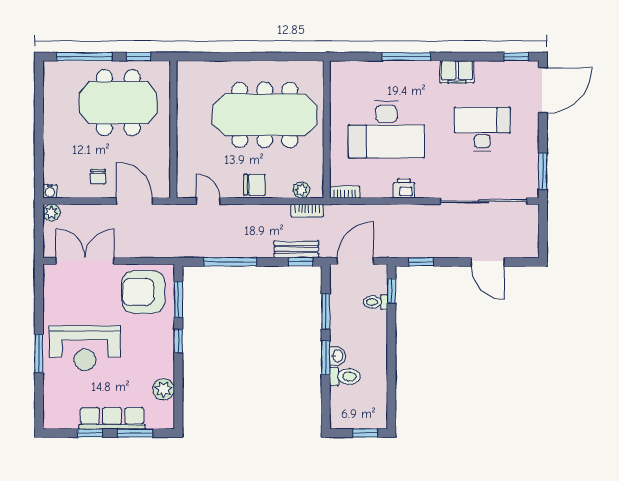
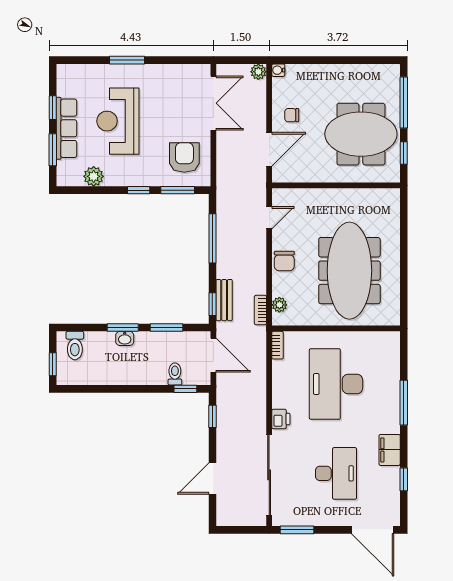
window: (516, 57) -> (404, 479), moved
meeting table: (118, 103) -> (361, 134), turned 90
printer: (404, 188) -> (281, 419), moved
armchair: (143, 292) -> (184, 157), width x0.73, depth x0.73
reception desk: (85, 348) -> (118, 121), moved
toilet: (345, 376) -> (75, 346), moved

